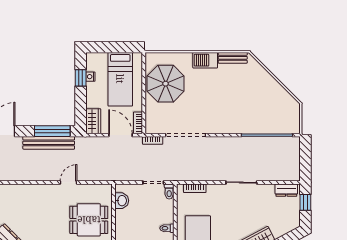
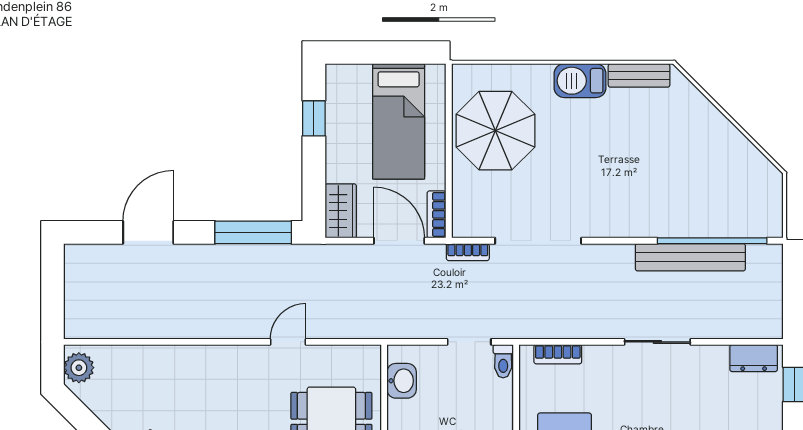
nightstand: (90, 77) -> (335, 116), removed
bench: (49, 143) -> (690, 257), moved

